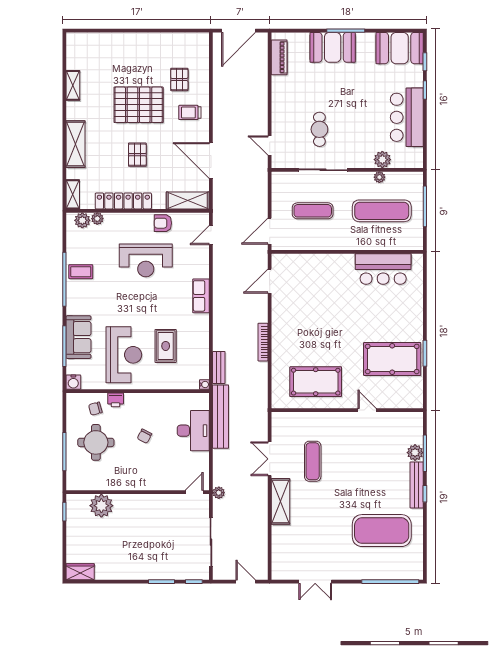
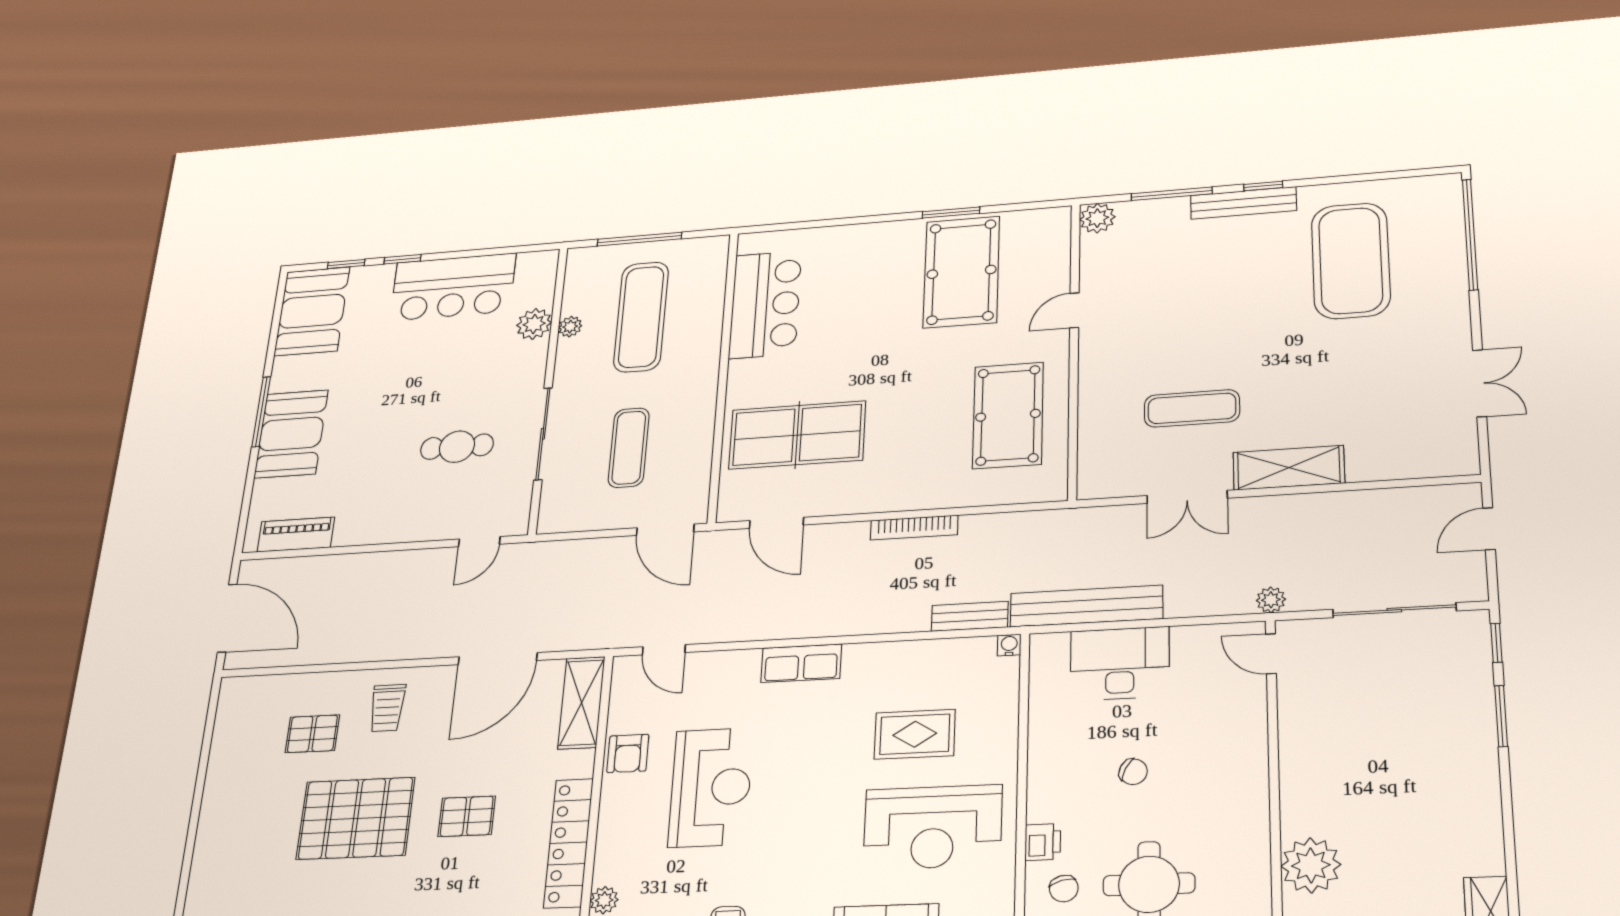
pallet: (139, 105) -> (356, 818), turned 90
table tennis table: (313, 288) -> (797, 435), added
reception desk: (124, 355) -> (933, 827), turned 180
plant: (415, 453) -> (1097, 218), moved

